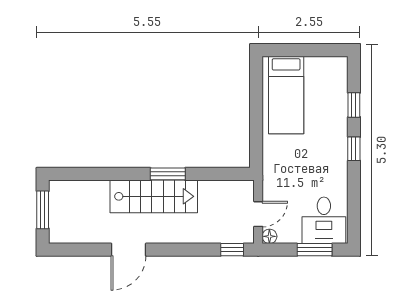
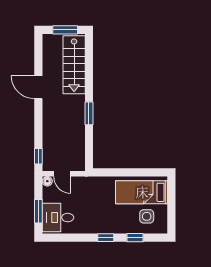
side table: (322, 87) -> (147, 216), added
stairs: (154, 196) -> (74, 65), moved

